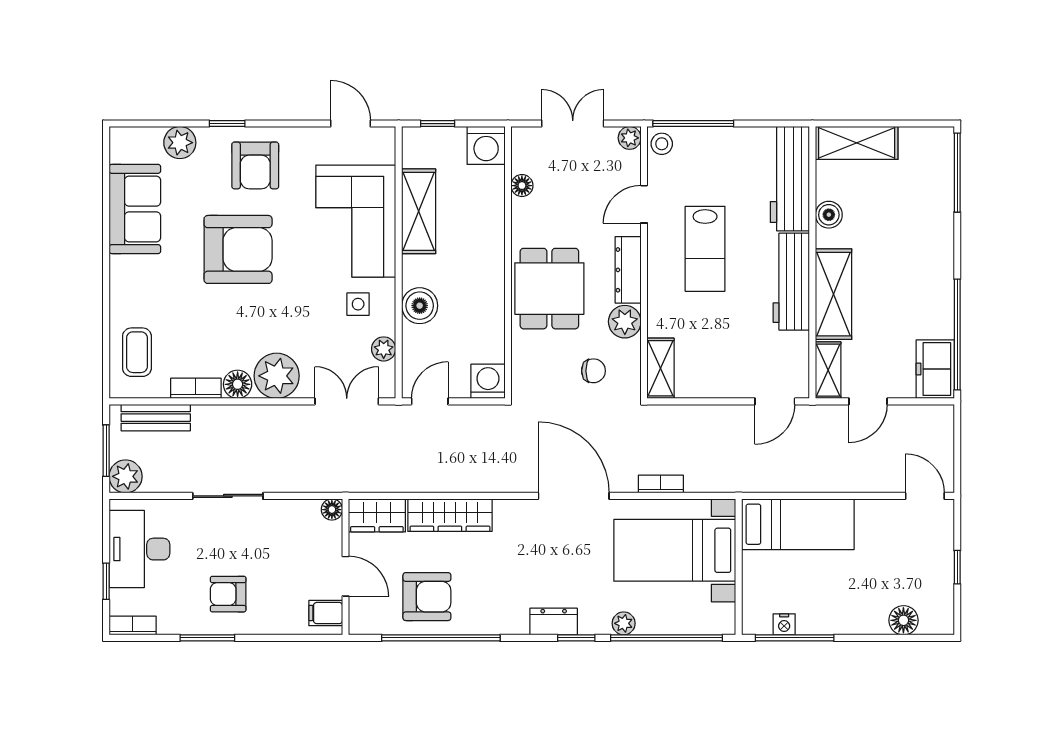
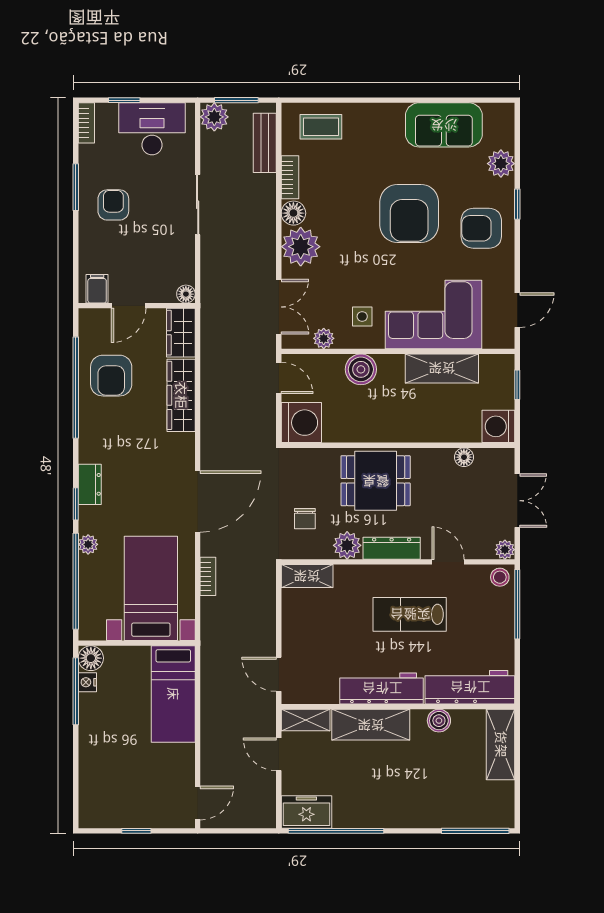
washing machine: (488, 381) -> (301, 423), width x1.37, depth x1.37
floor lamp: (903, 620) -> (91, 658), moved

